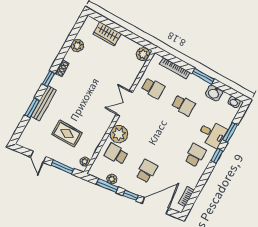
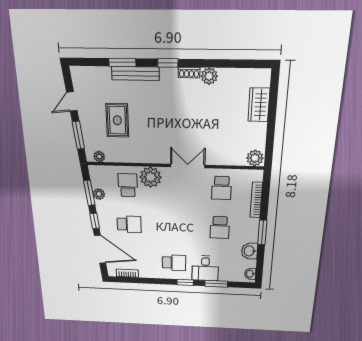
plant: (77, 46) -> (209, 76), moved

